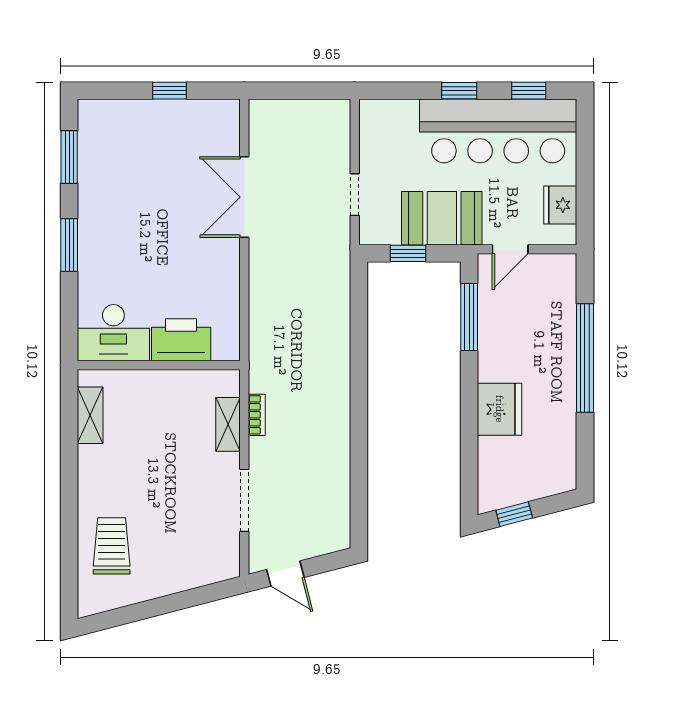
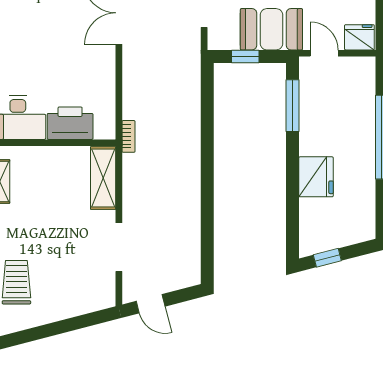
fridge: (560, 205) -> (359, 37), moved, turned 90
door: (510, 249) -> (324, 53), swing flipped
bookcase: (257, 415) -> (128, 136), moved
shelving: (228, 424) -> (103, 178), width x1.50, depth x1.33

